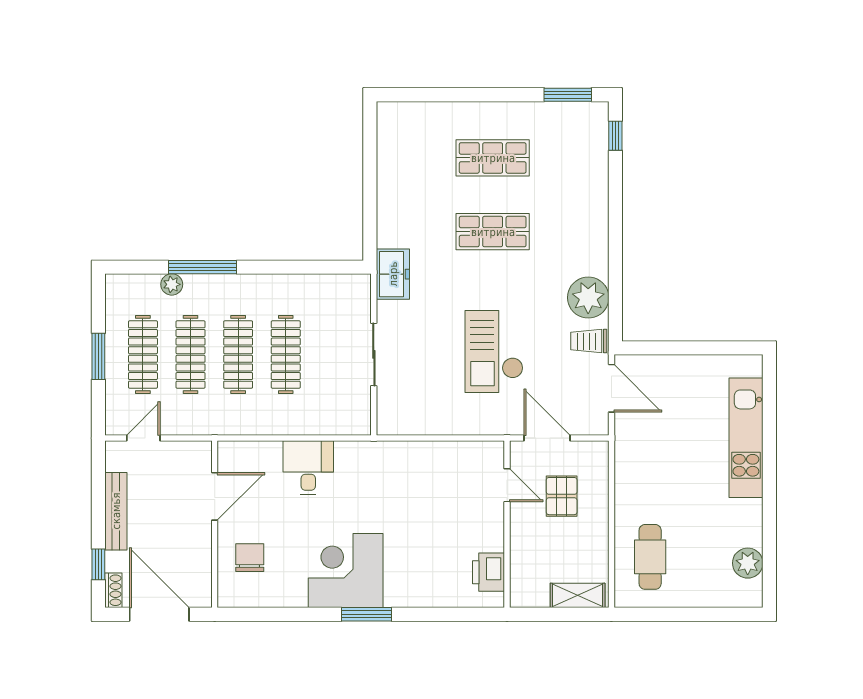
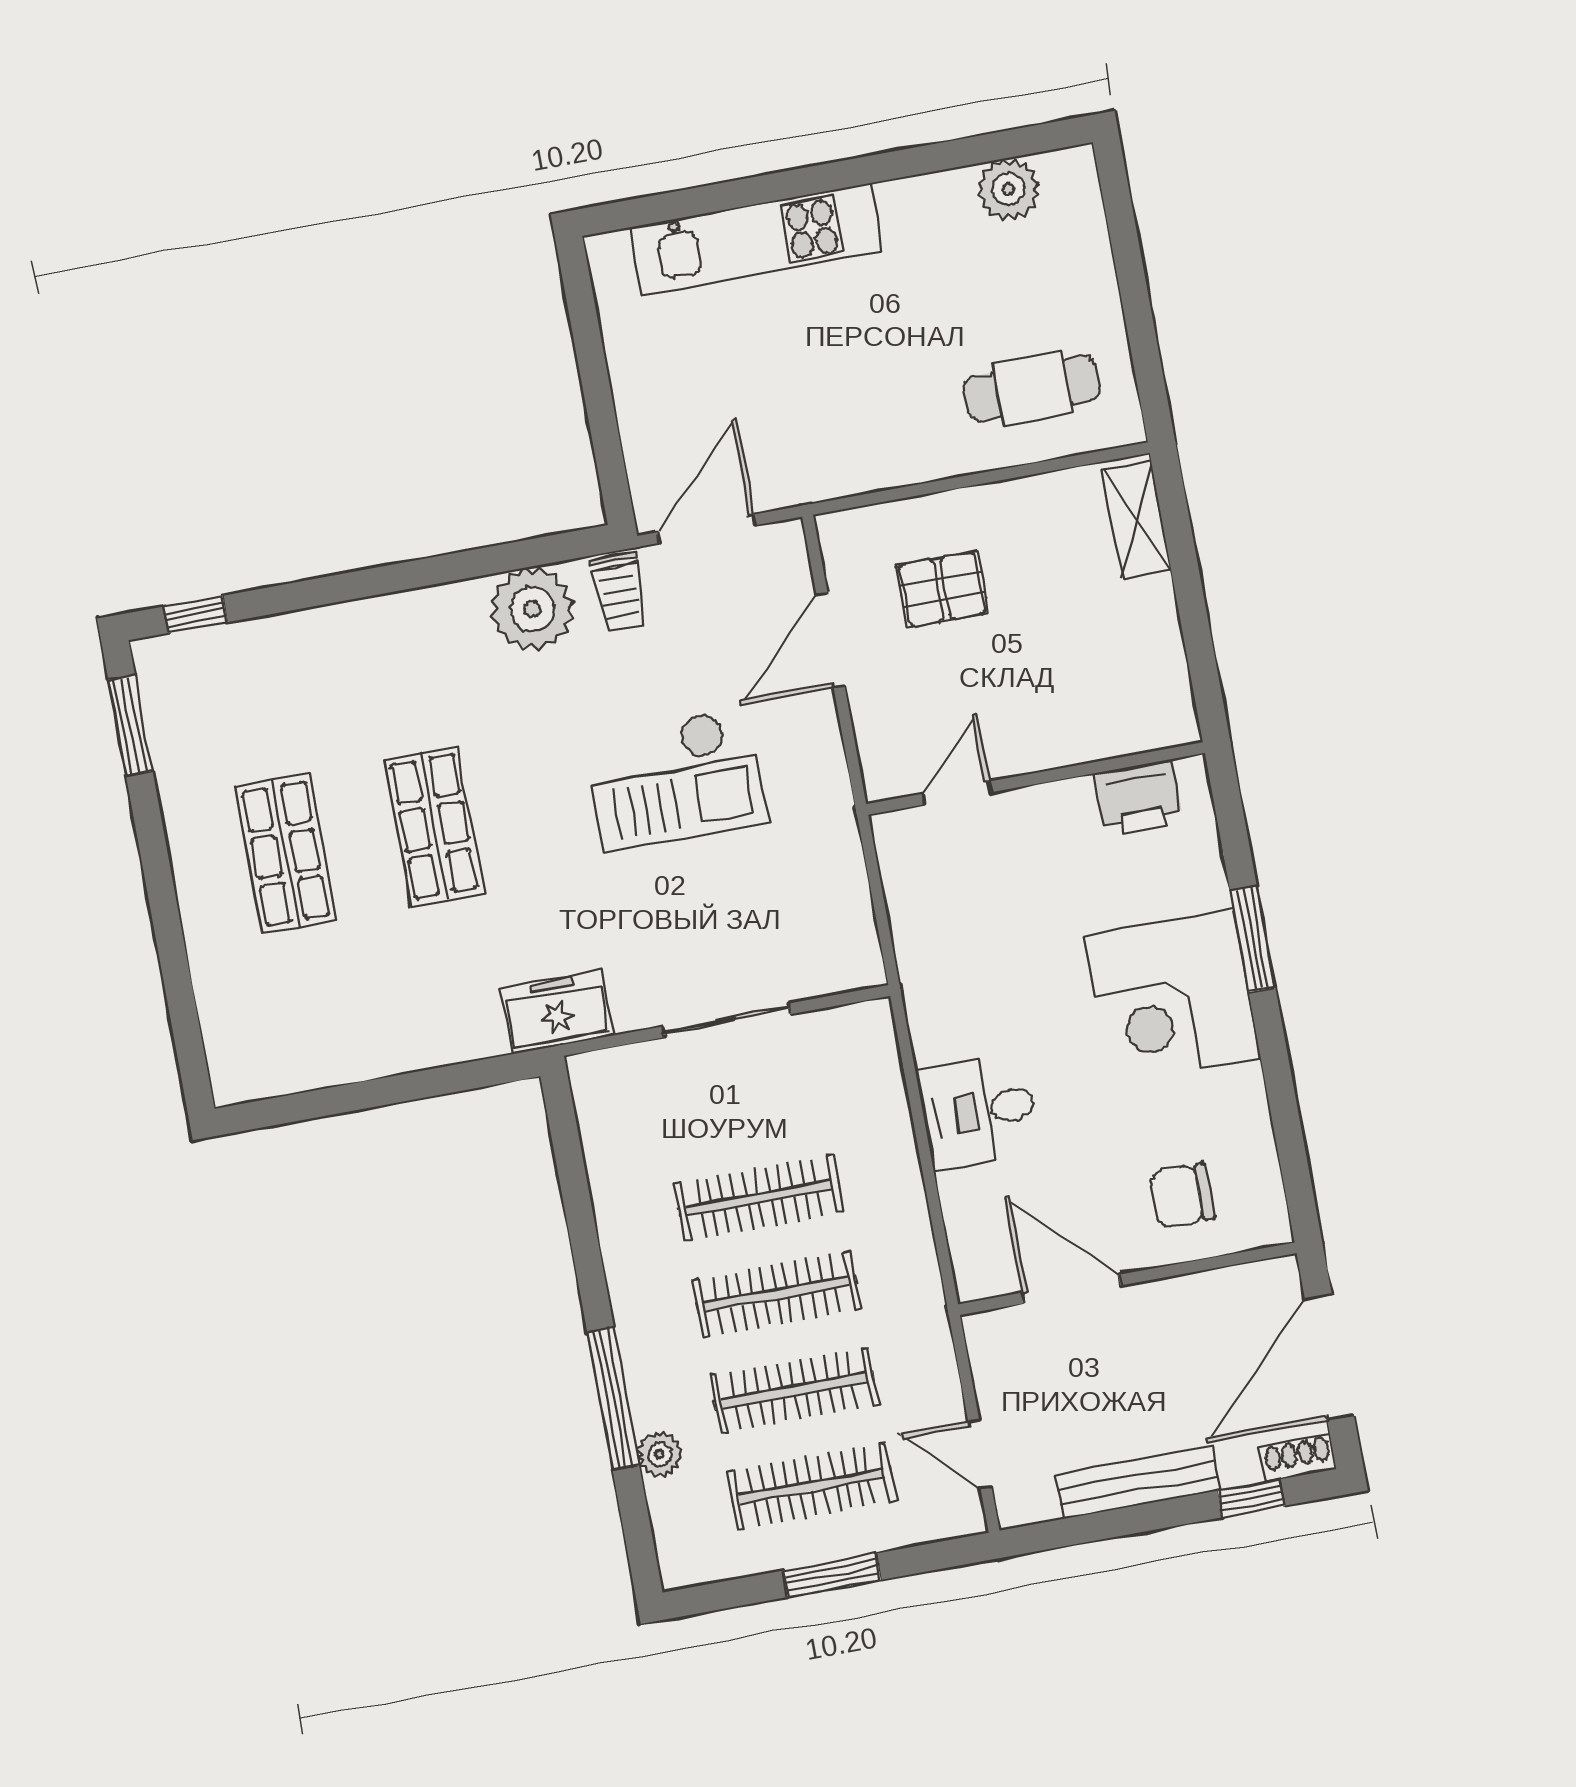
door: (507, 485) -> (957, 793), moved
wall: (507, 524) -> (1036, 779), moved
printer: (488, 572) -> (1139, 798), moved

